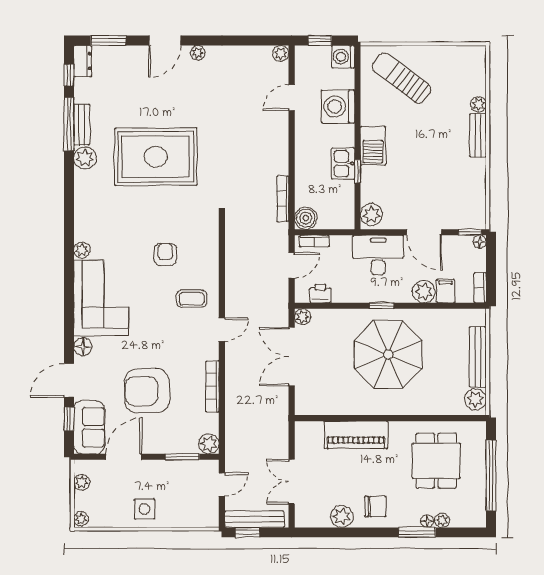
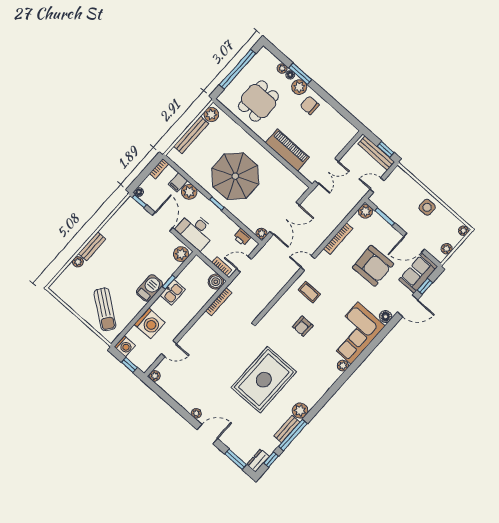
rug: (156, 157) -> (264, 380), turned 90
double door: (292, 482) -> (327, 171), moved
plant: (342, 516) -> (299, 87), moved

